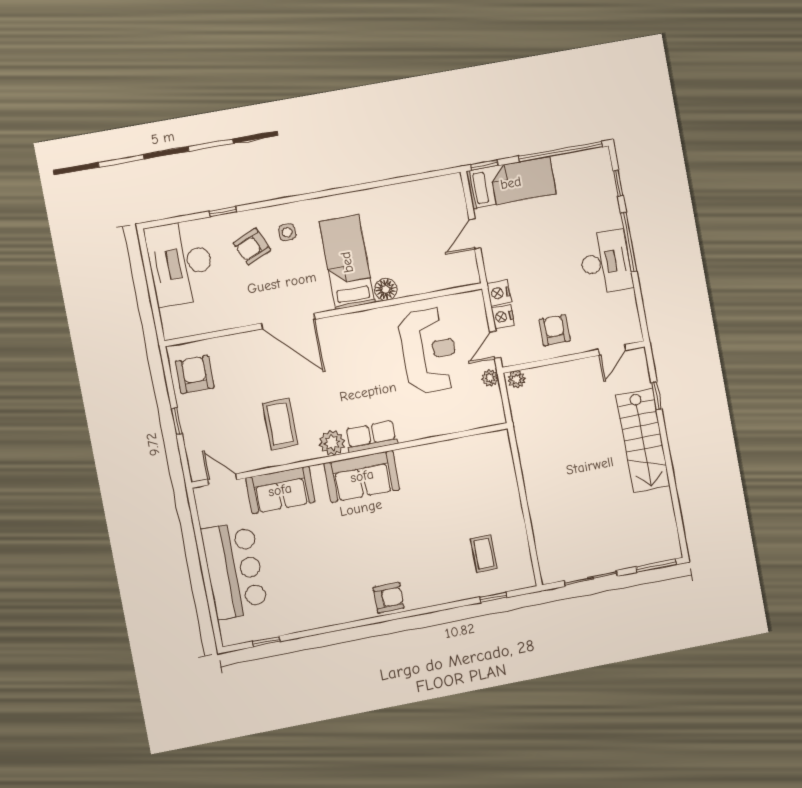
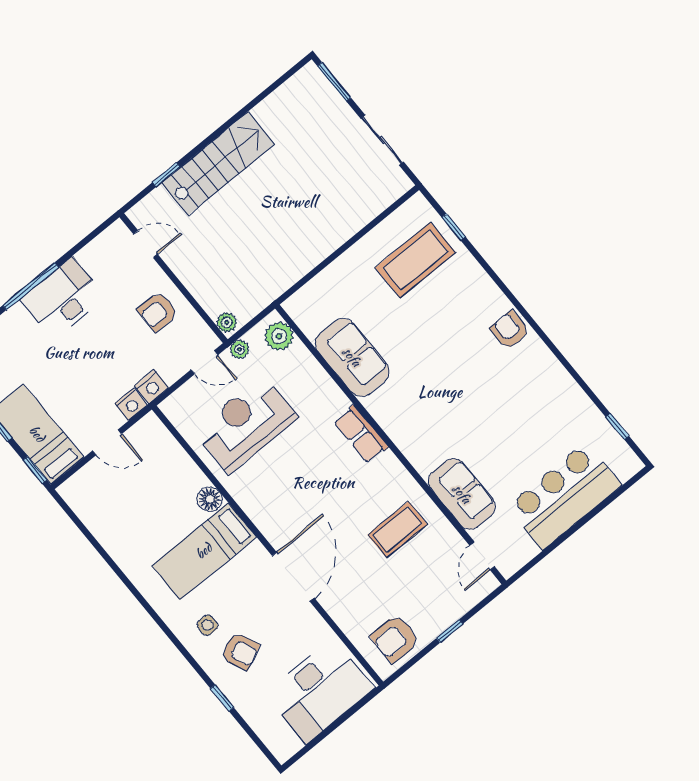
desk: (180, 263) -> (320, 691), moved
nightstand: (503, 317) -> (131, 404), moved
plant: (332, 443) -> (279, 336), moved
sofa: (362, 476) -> (352, 357), moved
coffee table: (484, 554) -> (415, 260), width x1.86, depth x1.72

